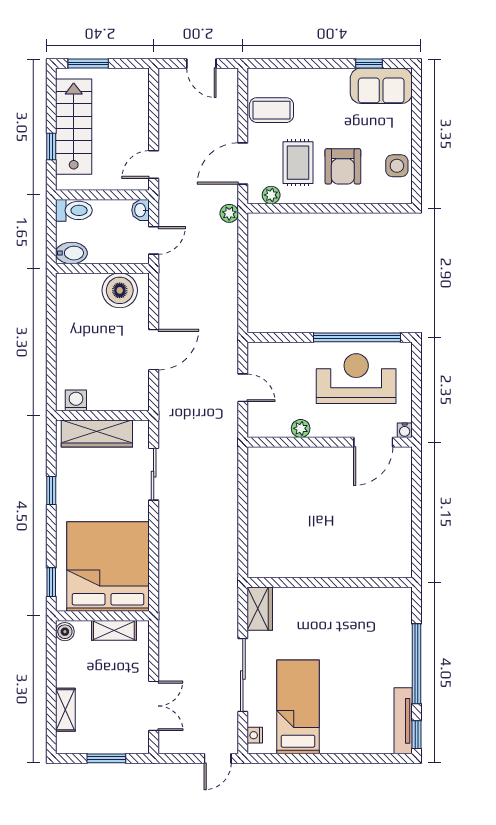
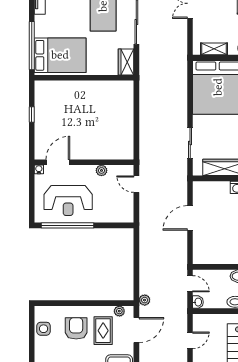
door: (154, 164) -> (190, 340), moved
door: (154, 240) -> (190, 284), swing flipped
boiler: (120, 290) -> (210, 254), removed
door: (243, 388) -> (136, 184), moved
window: (416, 521) -> (32, 115), added
bed: (369, 620) -> (60, 55), added
window: (416, 664) -> (32, 46), moved

